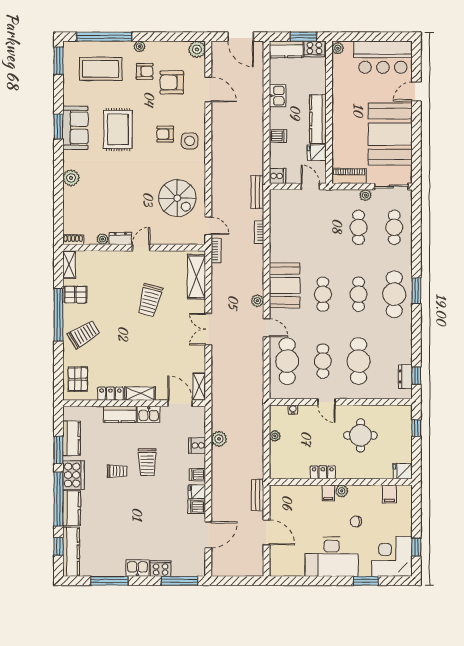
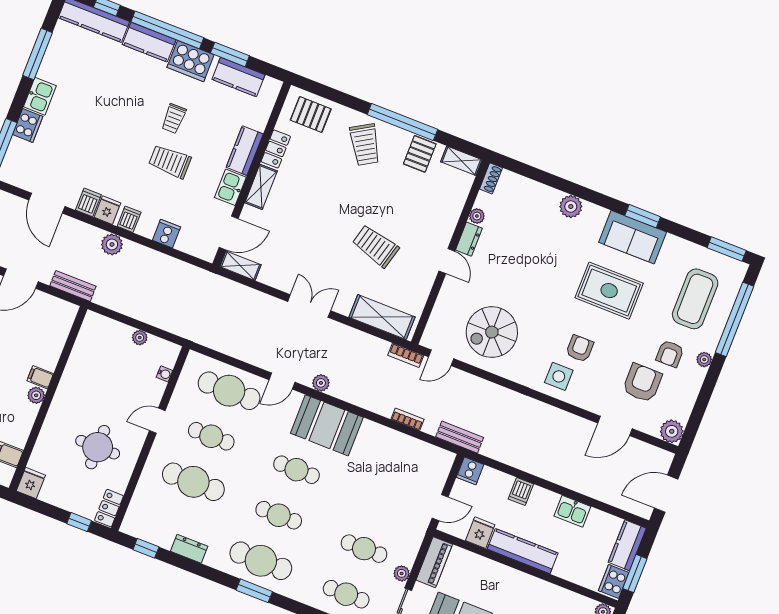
dresser: (405, 376) -> (189, 549), moved
plant: (219, 439) -> (112, 244), moved
locker: (323, 472) -> (109, 508), moved, turned 180

